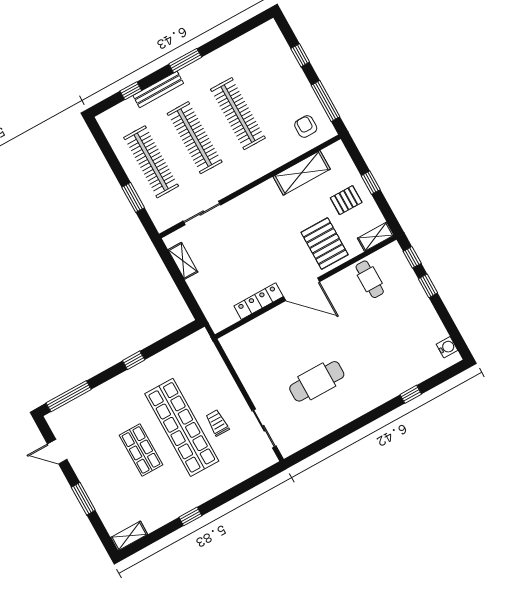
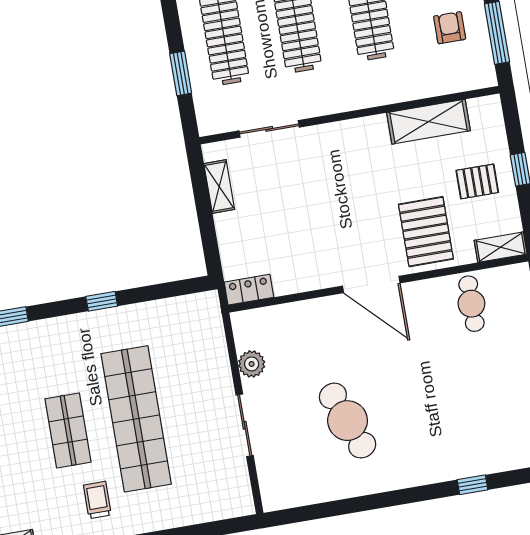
armchair: (306, 127) -> (450, 28), moved
locker: (259, 301) -> (249, 290), moved, width x0.66
plant: (243, 367) -> (252, 364), added
cafe table: (317, 381) -> (348, 421), turned 69
trolley: (217, 423) -> (97, 500), moved
sliding door: (264, 428) -> (245, 425), moved

